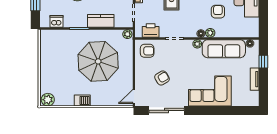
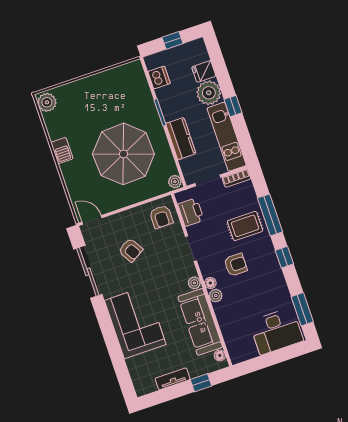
armchair: (218, 12) -> (236, 265), moved

